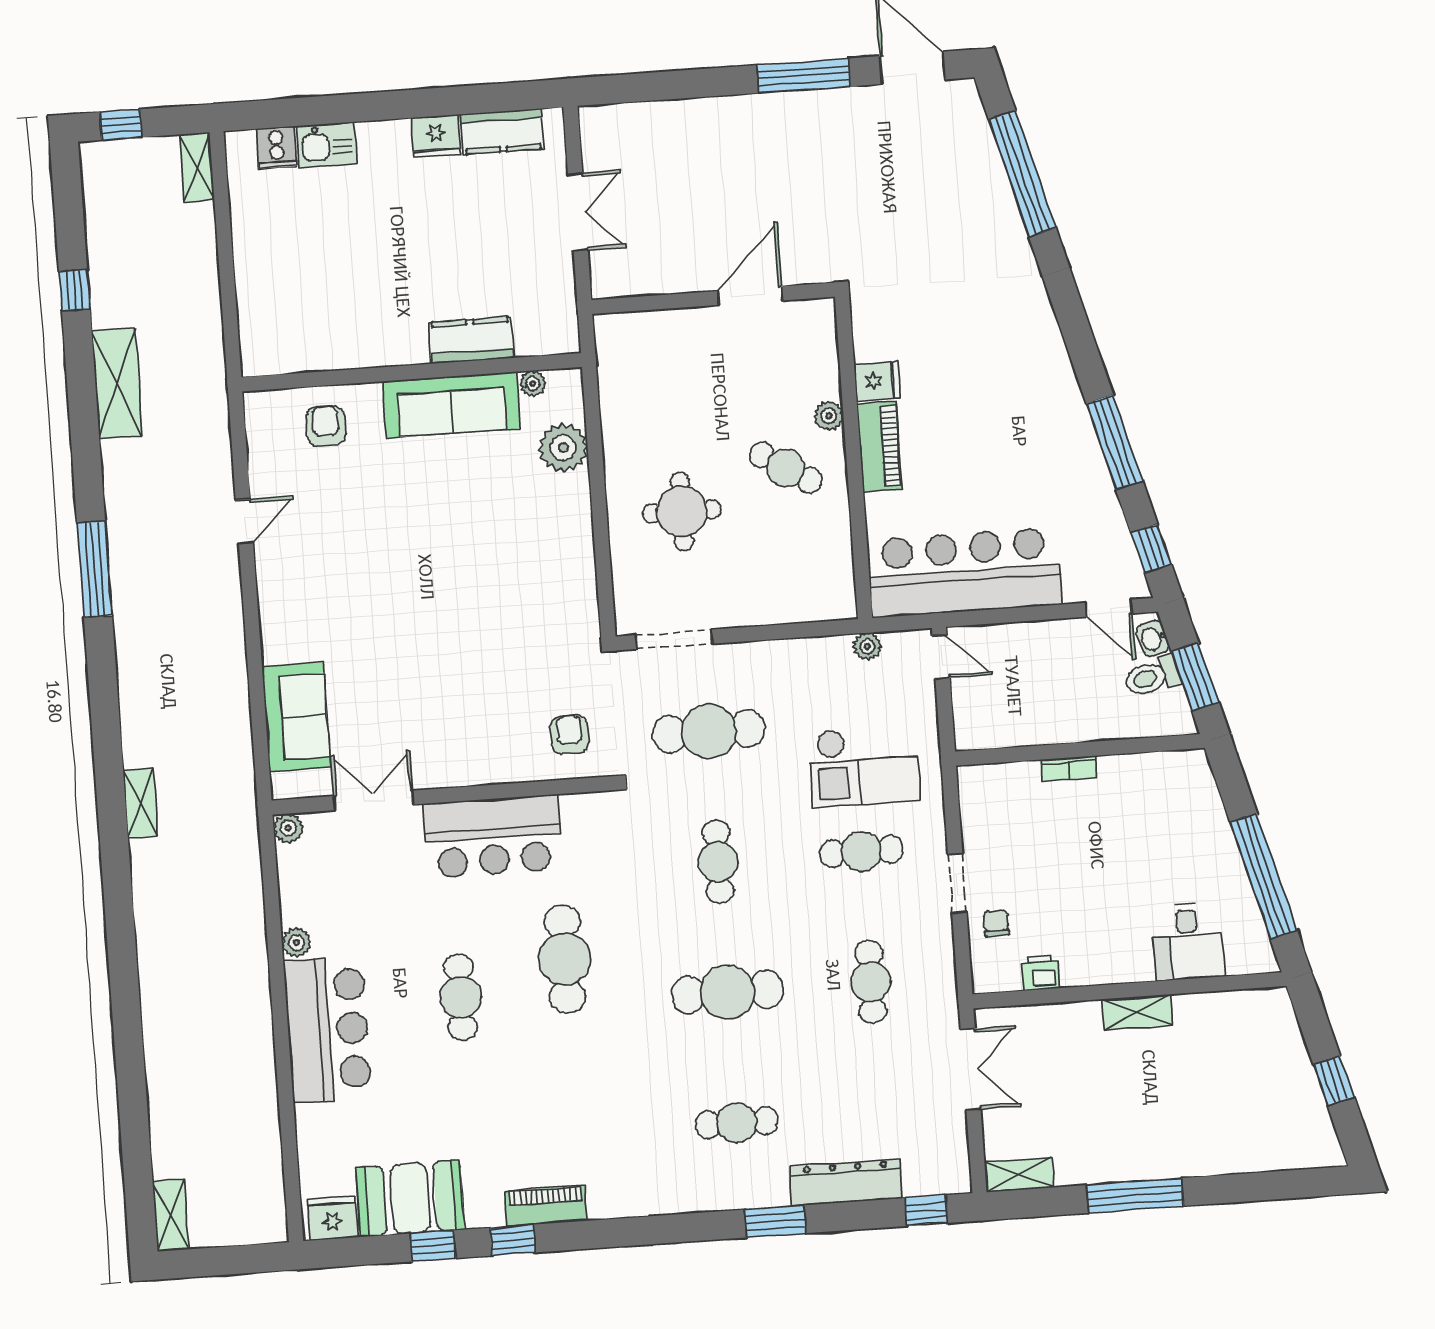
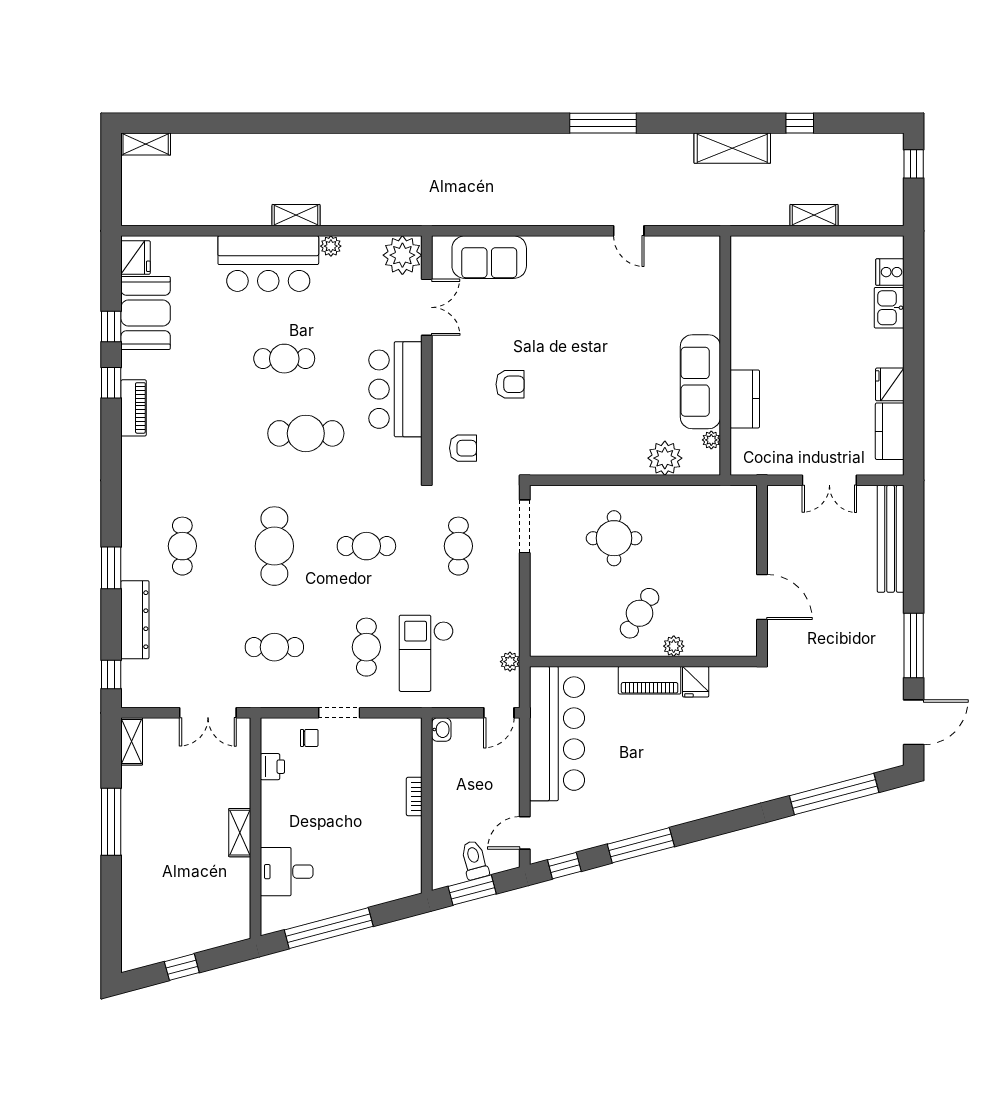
bench: (655, 119) -> (891, 539), added
shelving: (197, 167) -> (814, 215), moved
armchair: (326, 426) -> (510, 384), moved
washbasin: (1153, 639) -> (441, 730), moved, turned 105
cafe table: (709, 731) -> (458, 546), width x0.73, depth x0.74
shelving: (140, 803) -> (296, 215), moved
plant: (288, 828) -> (402, 255), width x1.87, depth x1.87

